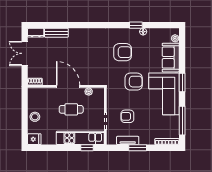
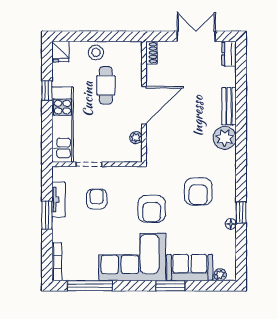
bench: (56, 33) -> (229, 106), moved
plant: (89, 35) -> (225, 138), added
window: (182, 83) -> (170, 286), moved
cafe table: (71, 109) -> (106, 85), moved
window: (87, 148) -> (47, 91), moved

